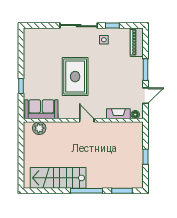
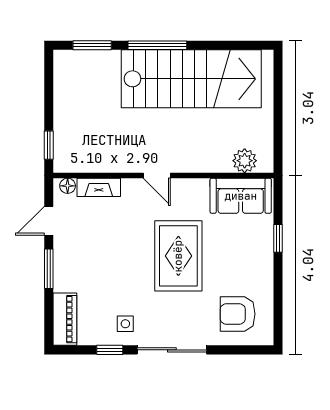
armchair: (43, 45) -> (238, 314), added
window: (145, 157) -> (49, 145), moved
stairs: (58, 178) -> (191, 79), width x1.36, depth x1.51

